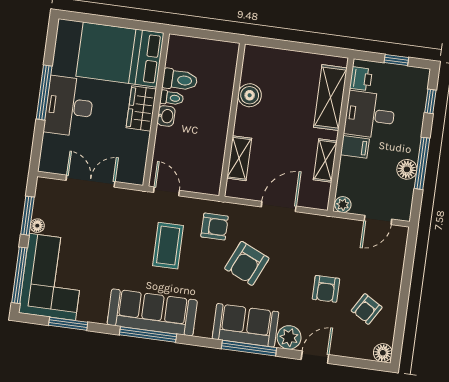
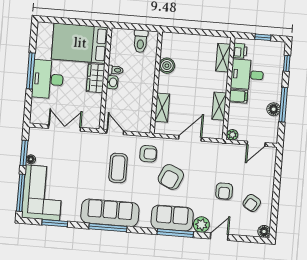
toilet: (180, 80) -> (141, 41), moved, turned 90
shelving: (330, 98) -> (223, 58), width x0.67, depth x0.75

